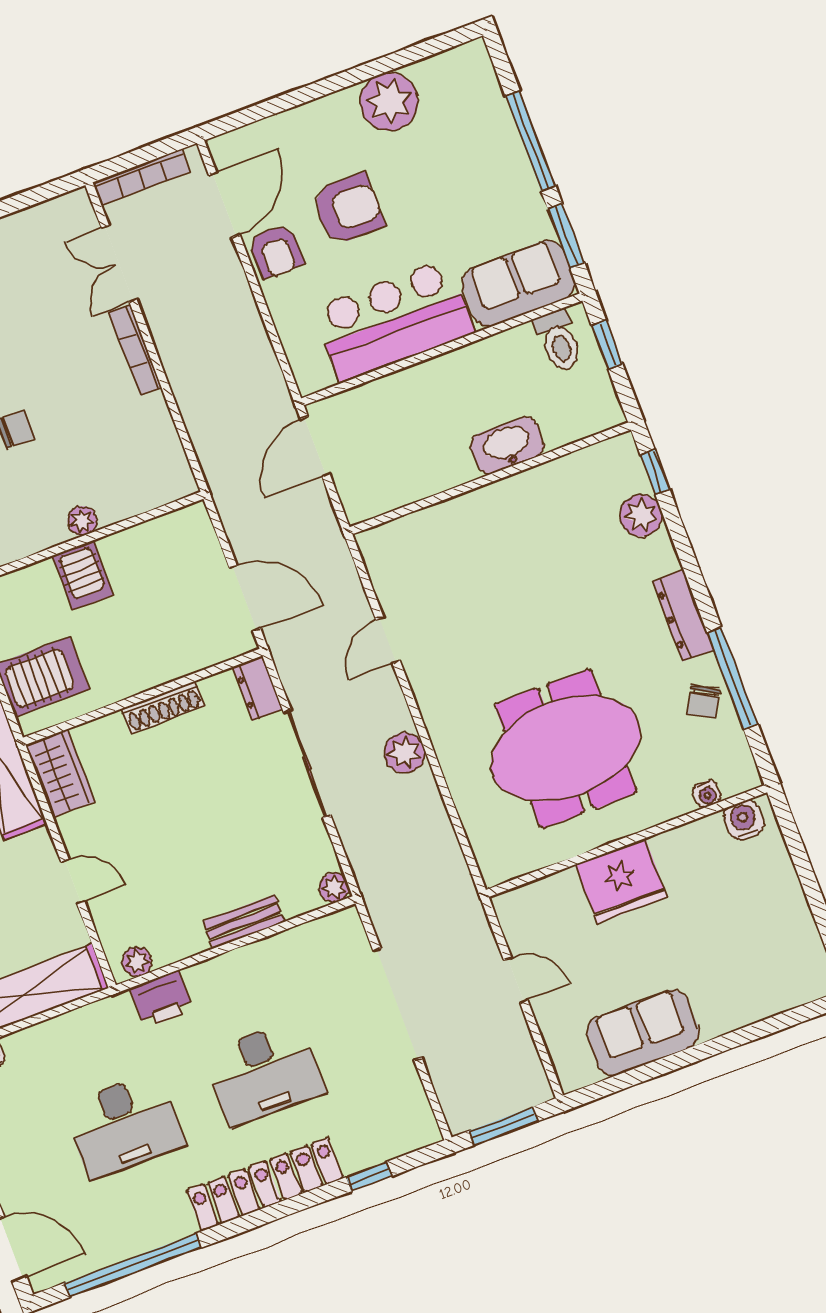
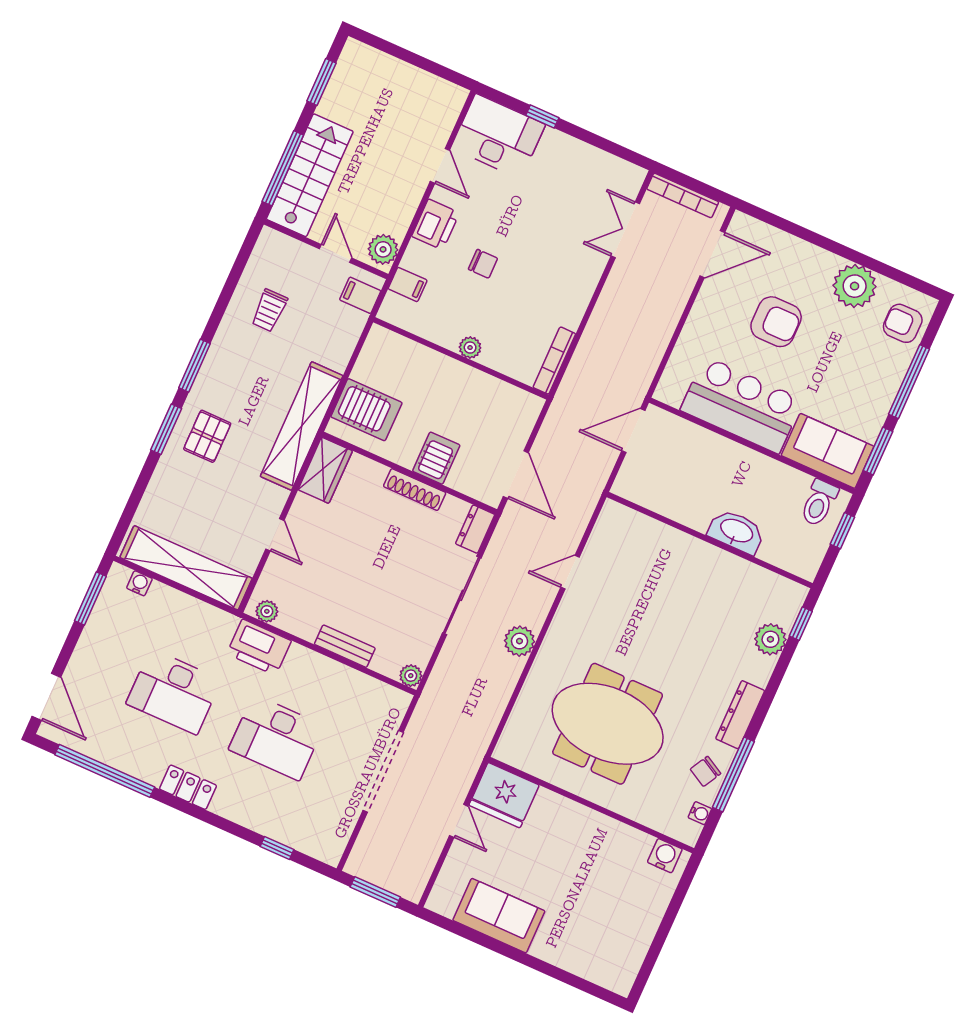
armchair: (276, 251) -> (903, 323), moved, turned 90
bookcase: (135, 350) -> (554, 361), moved
server rack: (83, 575) -> (436, 458), moved, turned 180
water cooler: (707, 794) -> (700, 813), moved, turned -90
fridge: (621, 881) -> (504, 795), moved
printer: (162, 999) -> (259, 647), width x1.37, depth x1.19
locker: (265, 1184) -> (188, 787), width x0.46, depth x0.83

